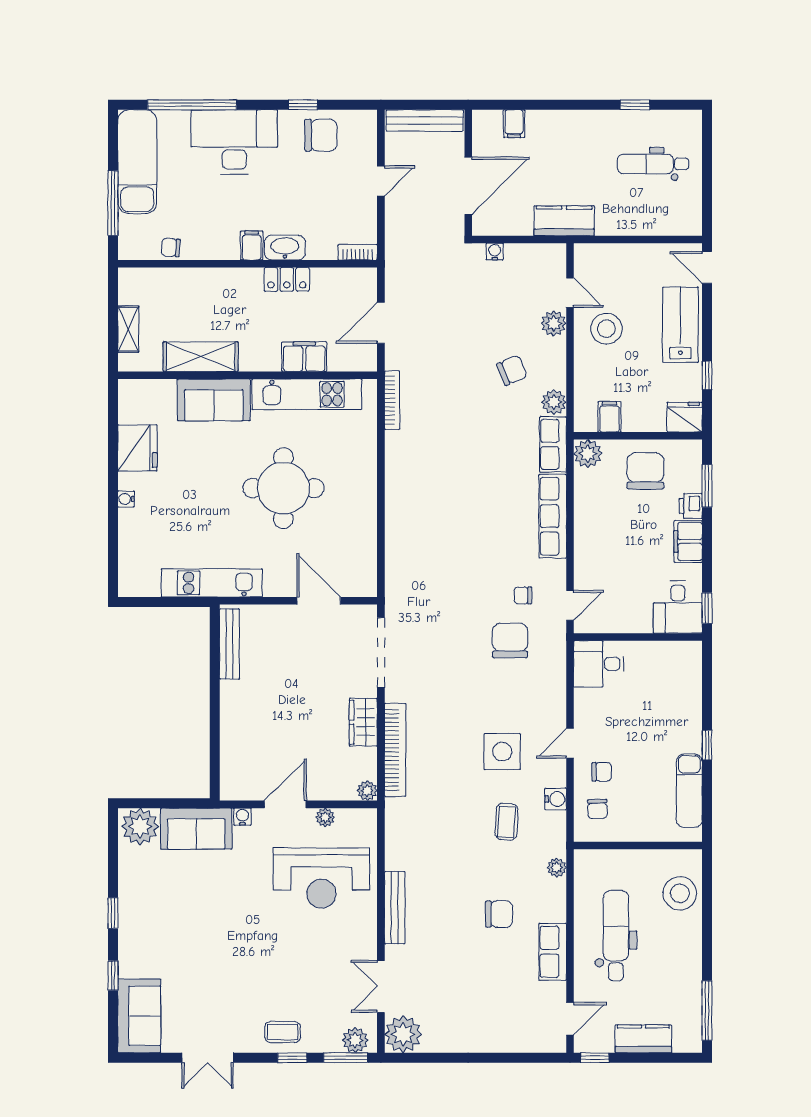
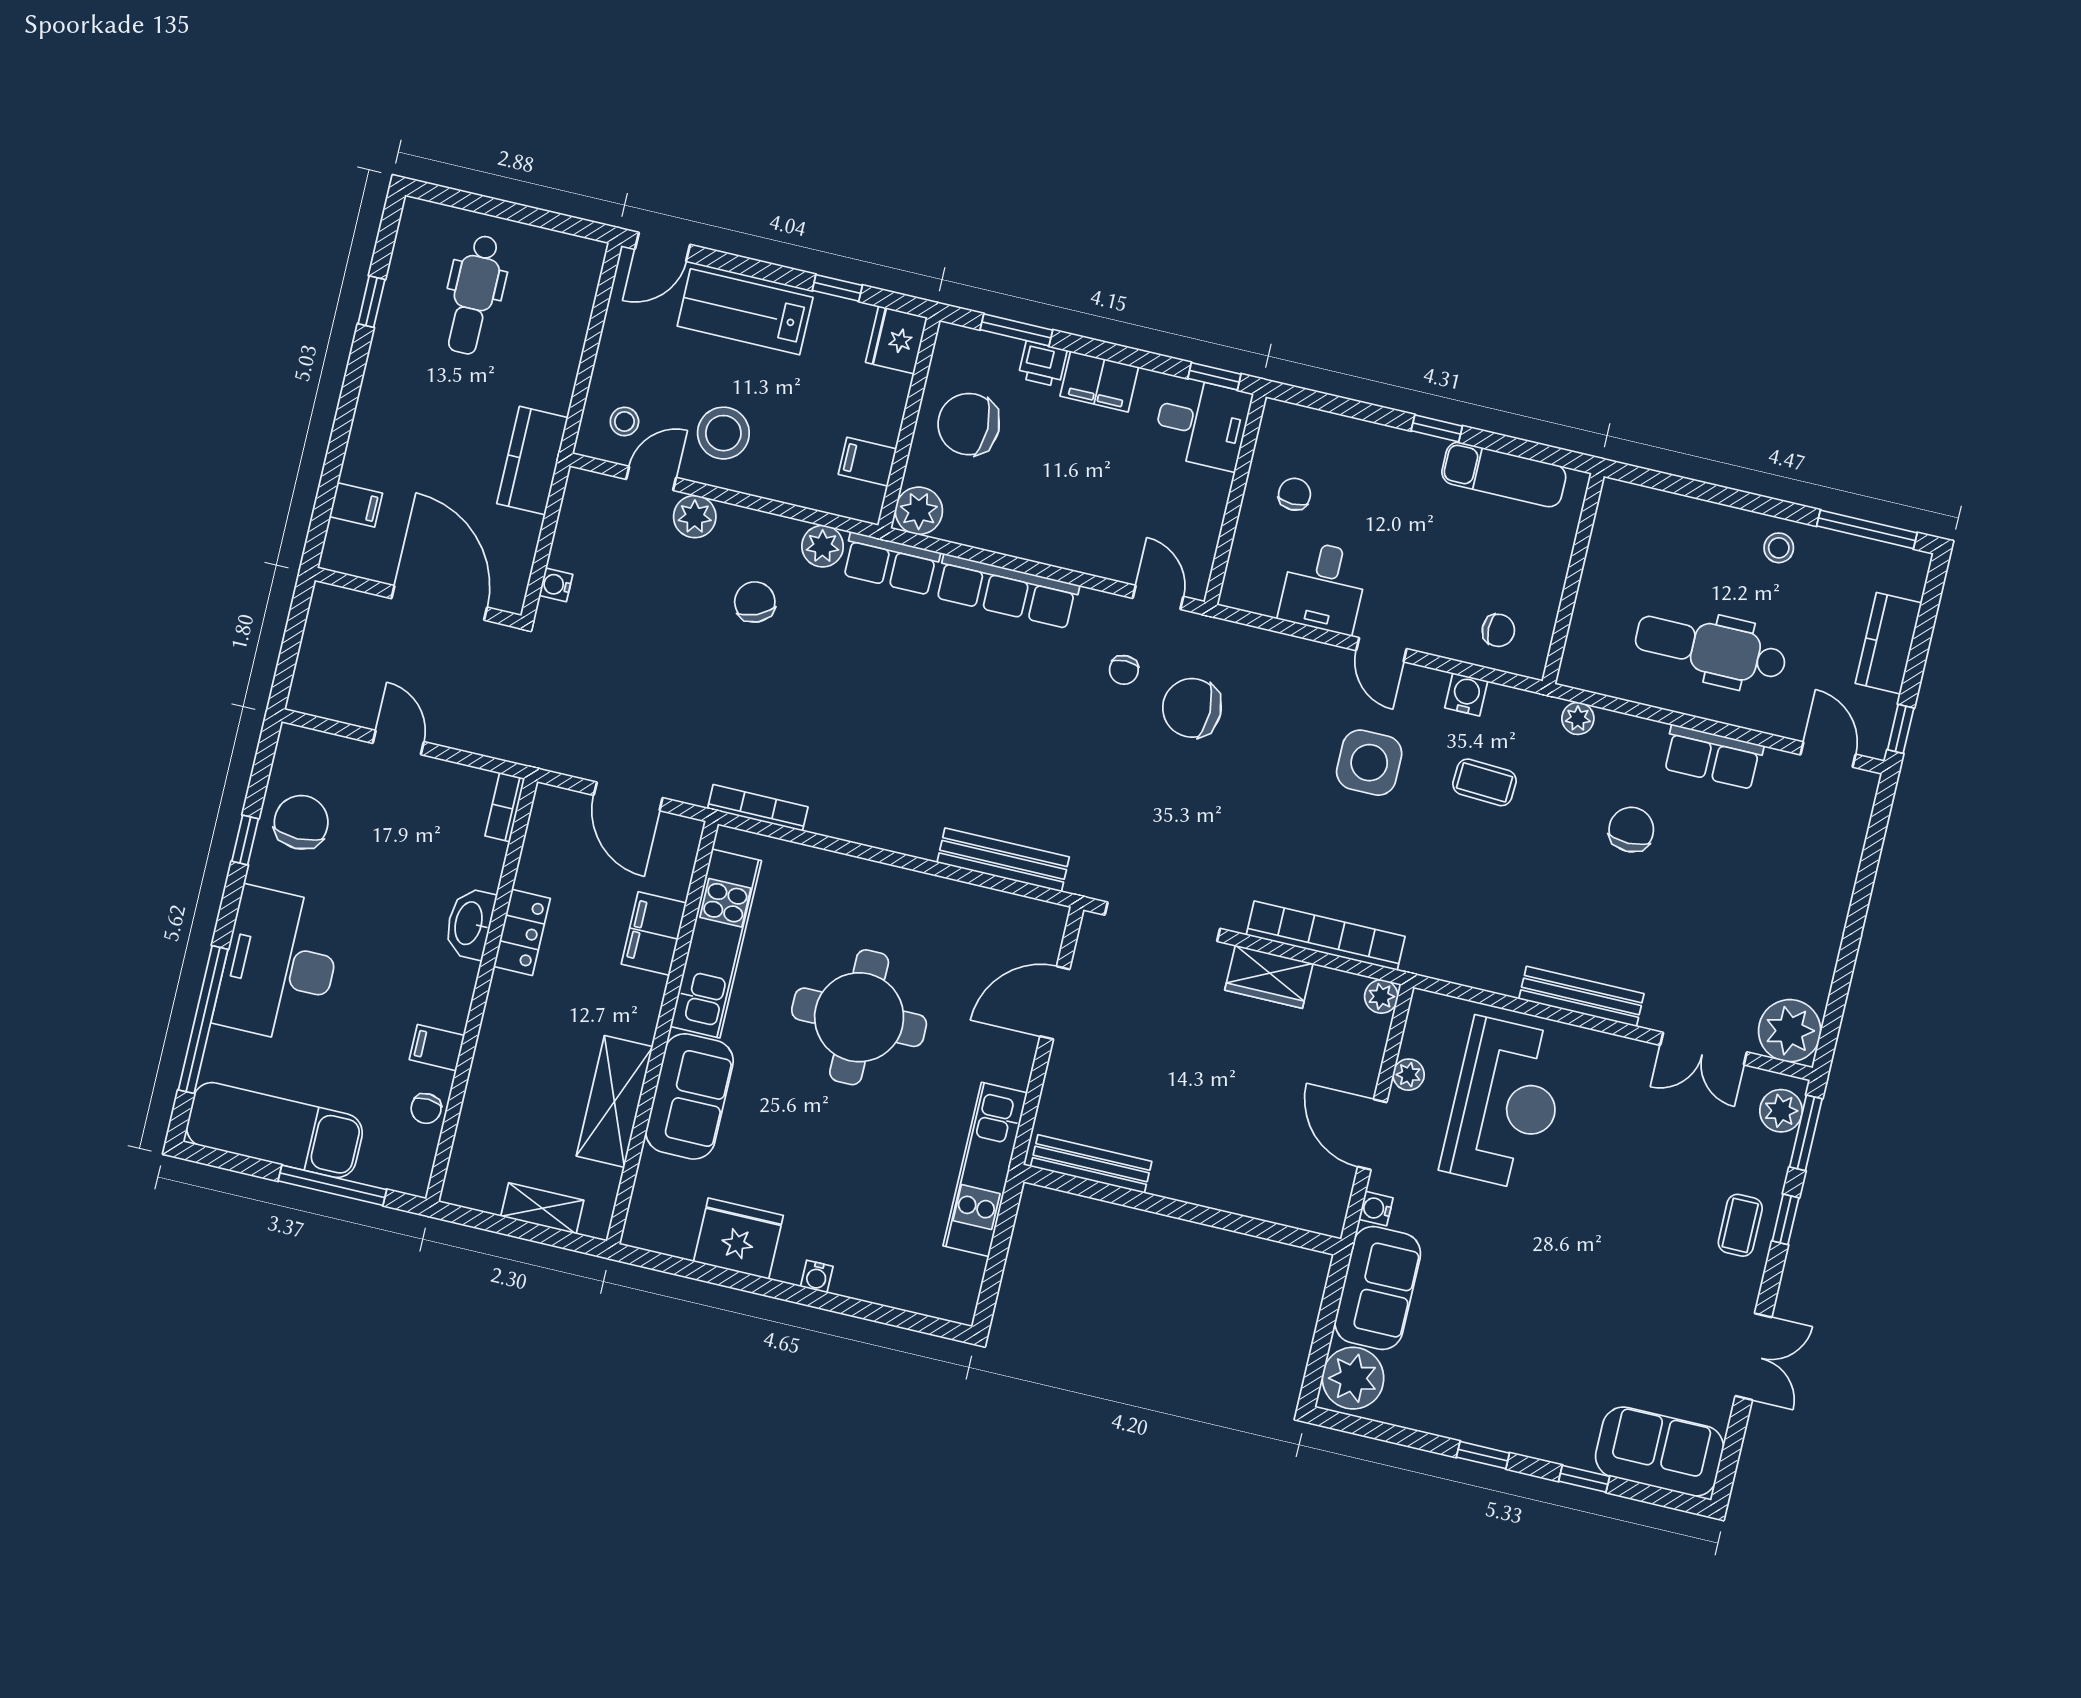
bench: (425, 120) -> (1003, 860), moved, turned 90
filing cabinet: (252, 245) -> (437, 1048), moved
stool: (600, 269) -> (624, 421), added
desk: (599, 664) -> (1324, 587), moved
chair: (602, 772) -> (1294, 494), moved
stool: (680, 893) -> (1779, 548), moved, width x0.53, depth x0.53

